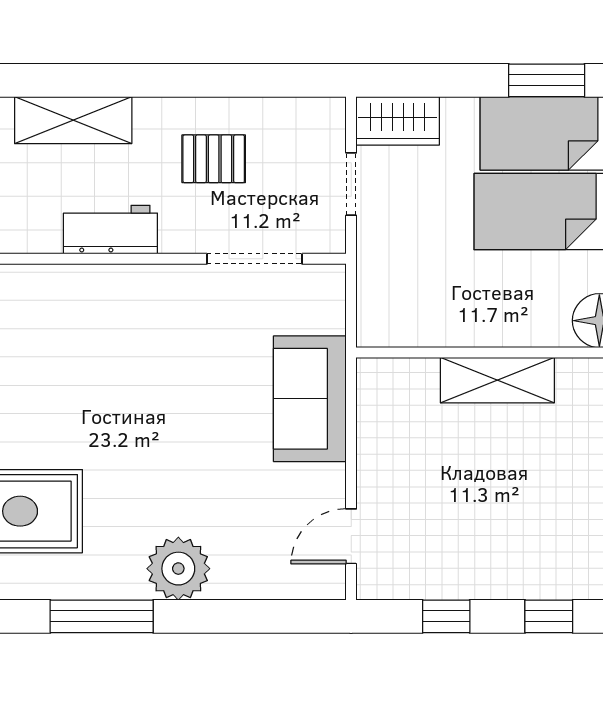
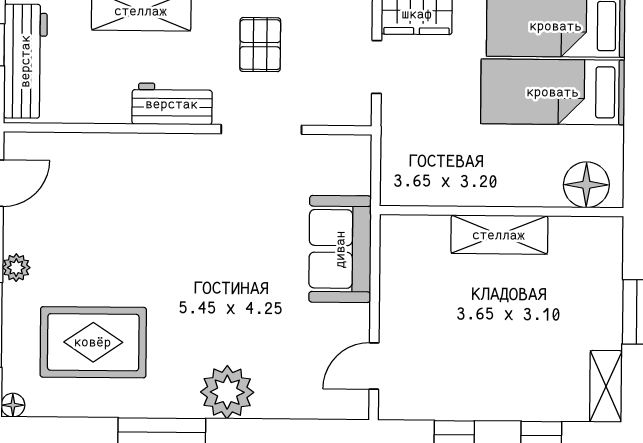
pallet: (214, 159) -> (260, 45), turned 90
doorway: (254, 259) -> (261, 129), moved

